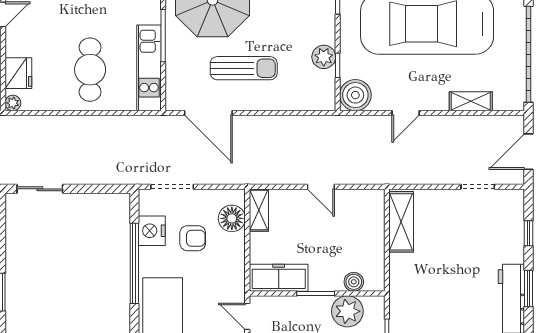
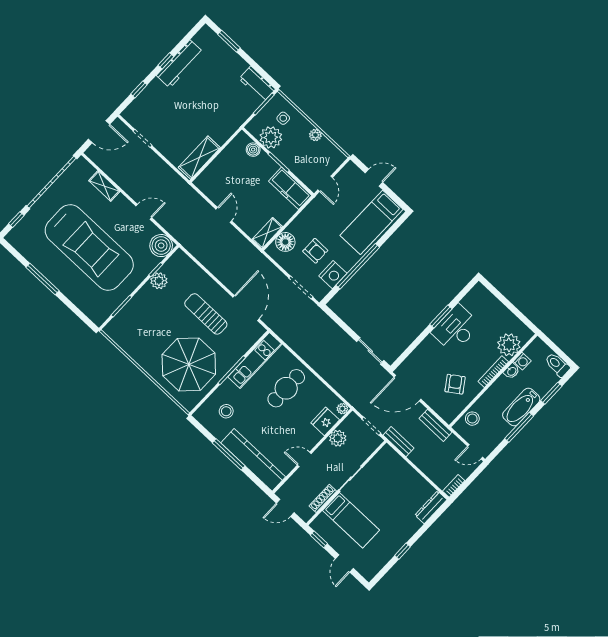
armchair: (193, 238) -> (315, 251), turned 180
window: (529, 288) -> (166, 61), width x0.67

